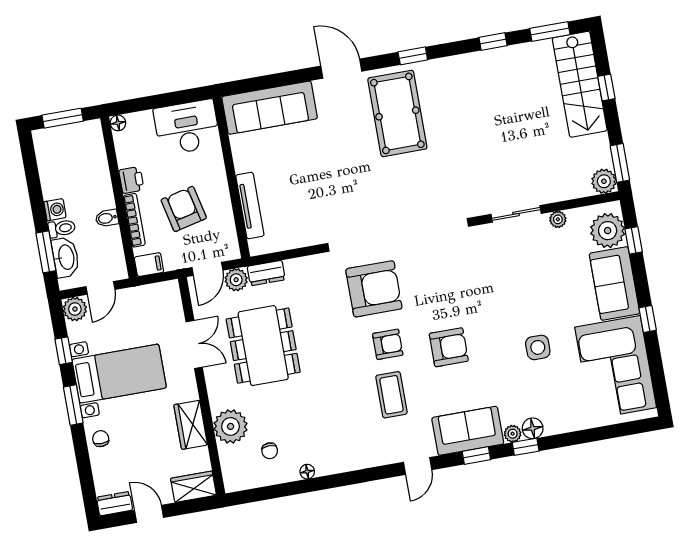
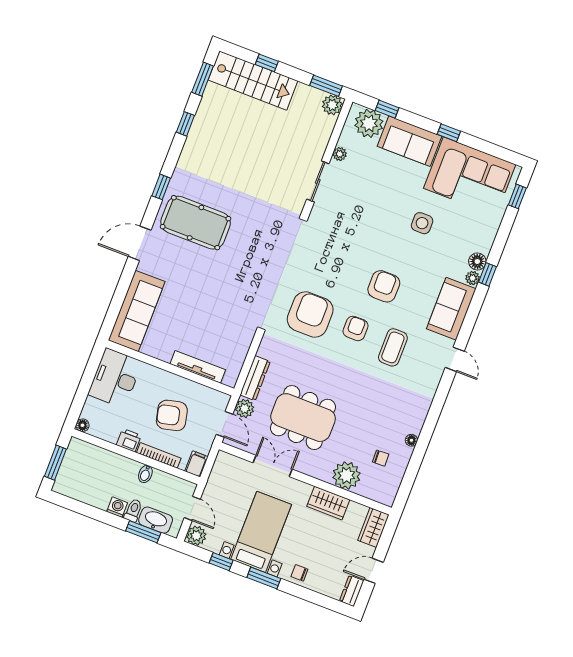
dresser: (266, 273) -> (255, 378), width x1.44
coffee table: (391, 395) -> (393, 347), turned 90
window: (476, 456) -> (517, 196), moved

